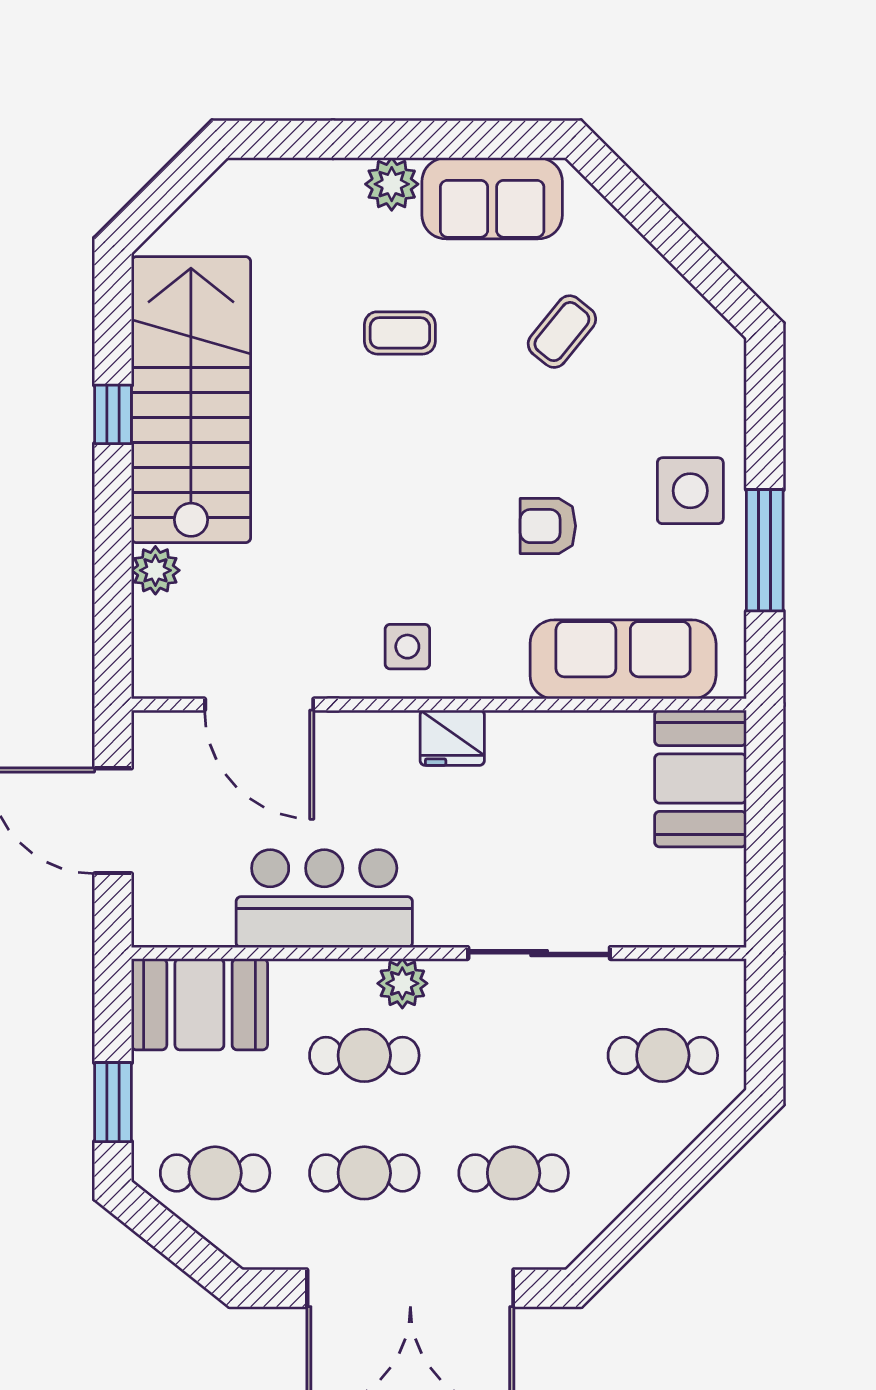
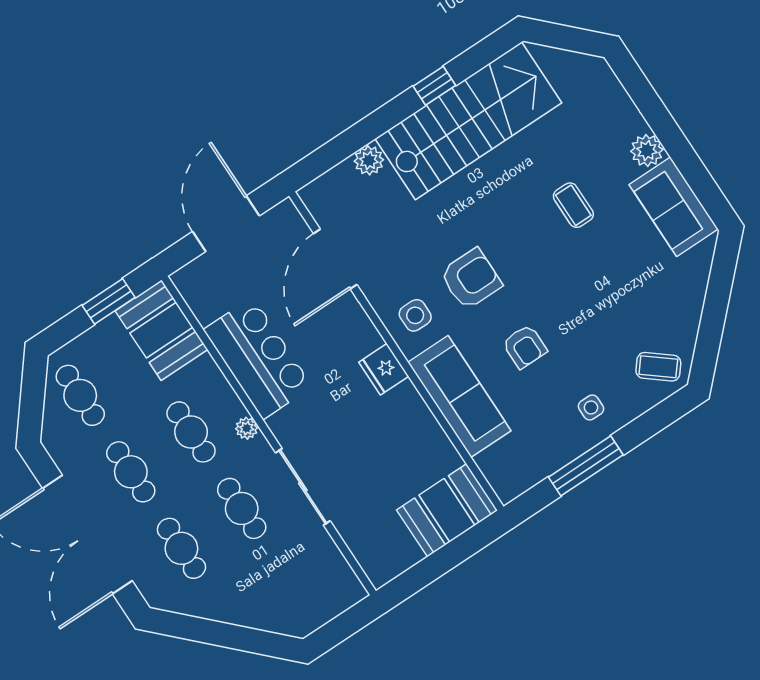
coffee table: (562, 332) -> (658, 367), moved
side table: (690, 491) -> (591, 408), width x0.54, depth x0.54
armchair: (548, 526) -> (525, 347), turned 180
armchair: (408, 538) -> (471, 279), added
sofa: (623, 659) -> (459, 397), moved
plant: (402, 983) -> (247, 428), width x0.73, depth x0.73
cafe table: (663, 1055) -> (242, 508), moved
window: (113, 1102) -> (109, 301), moved

